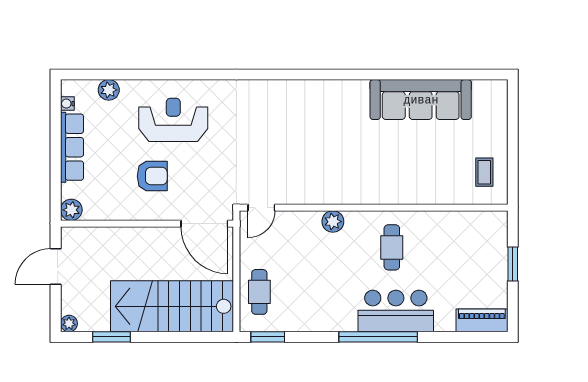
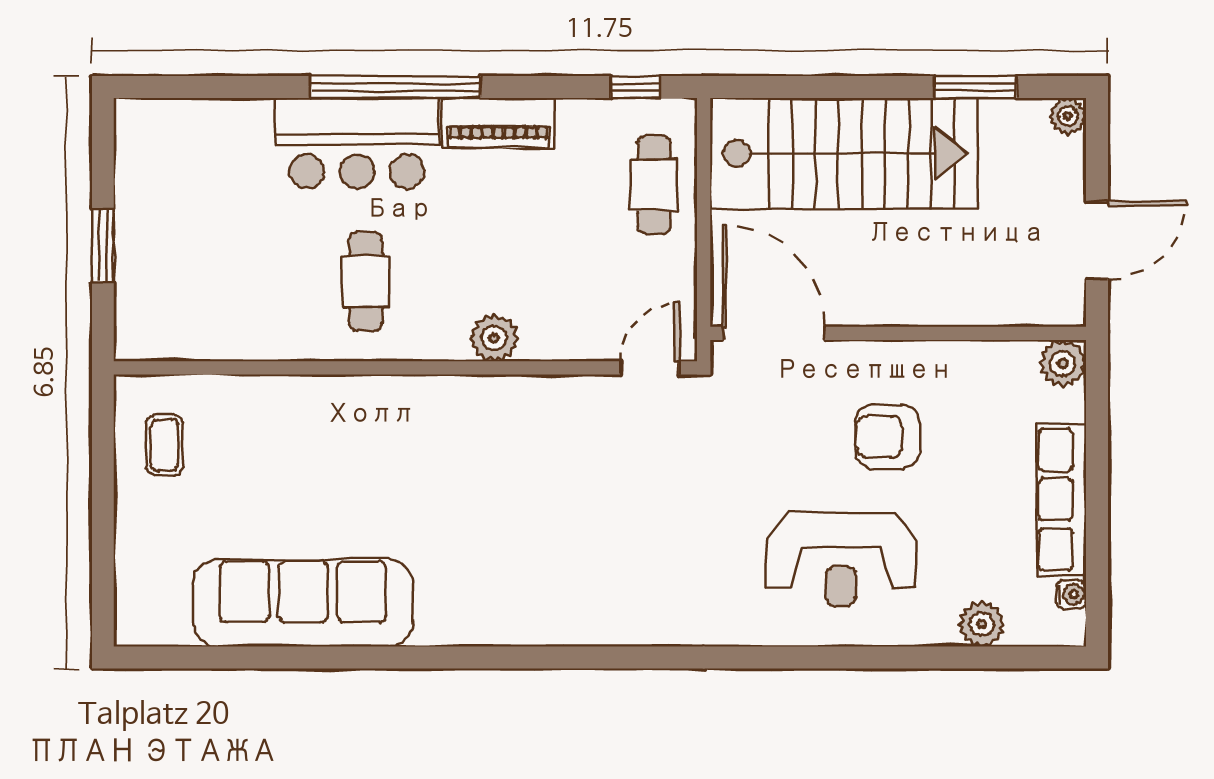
piano: (482, 320) -> (498, 123), moved
window: (268, 337) -> (635, 87), width x0.67

